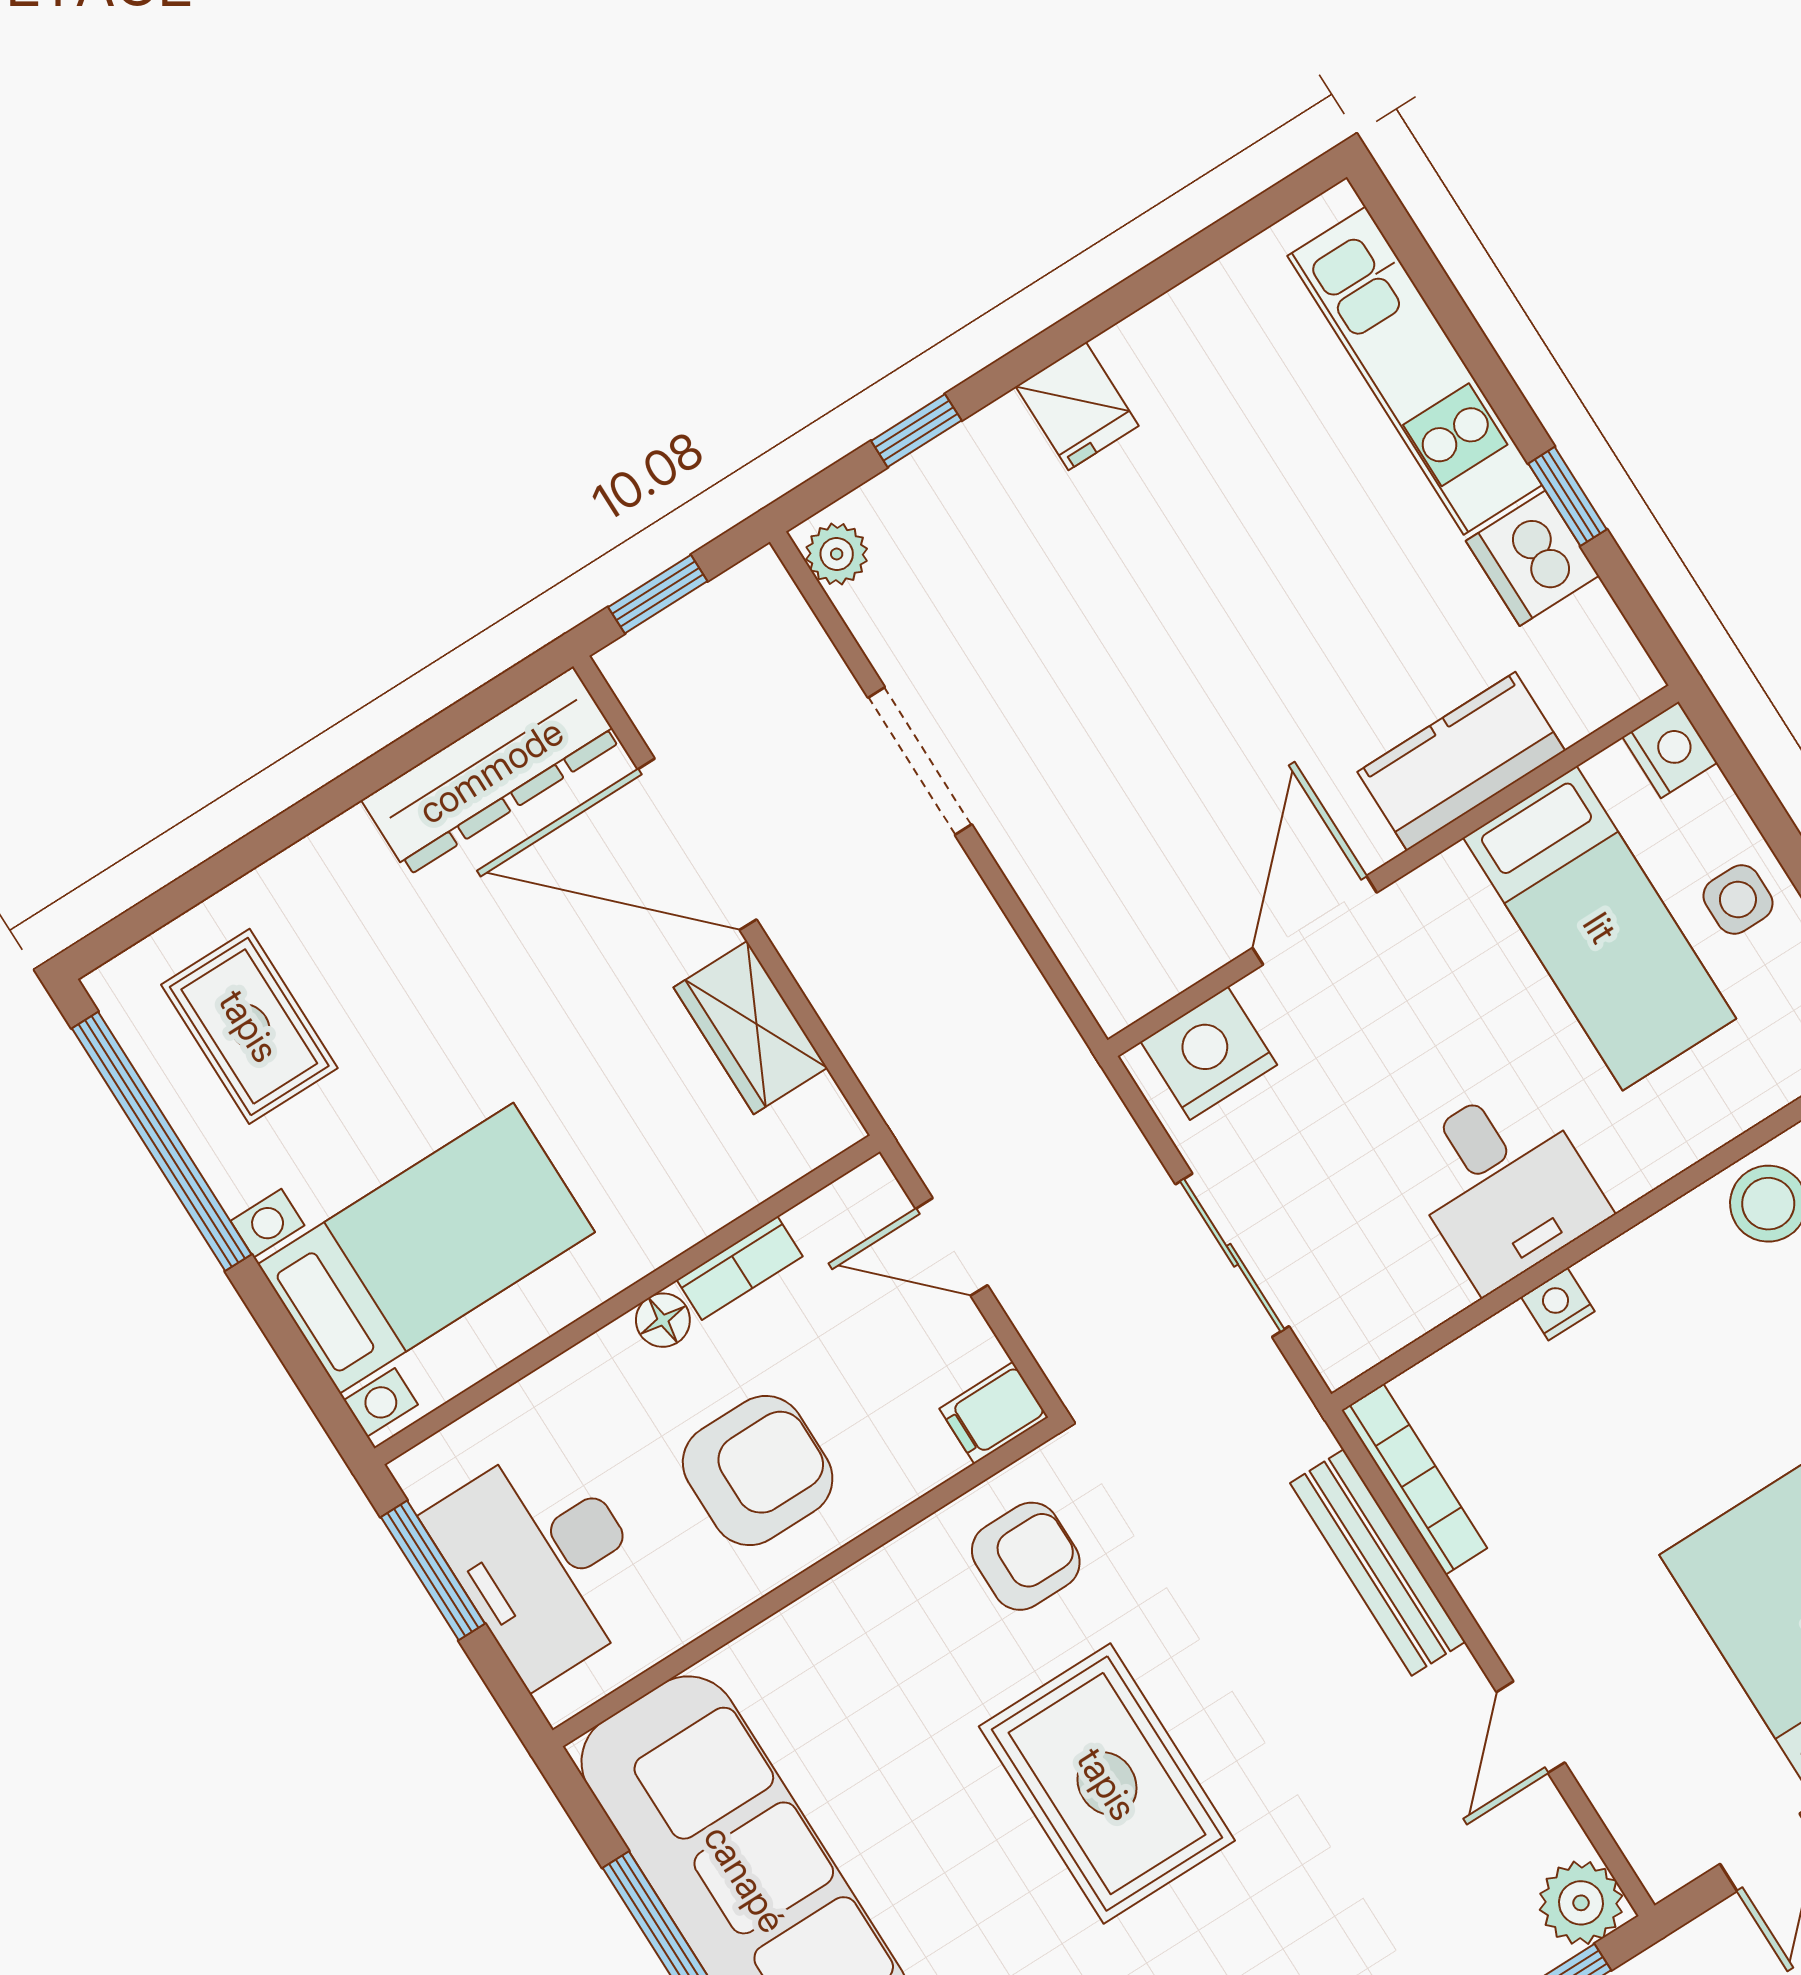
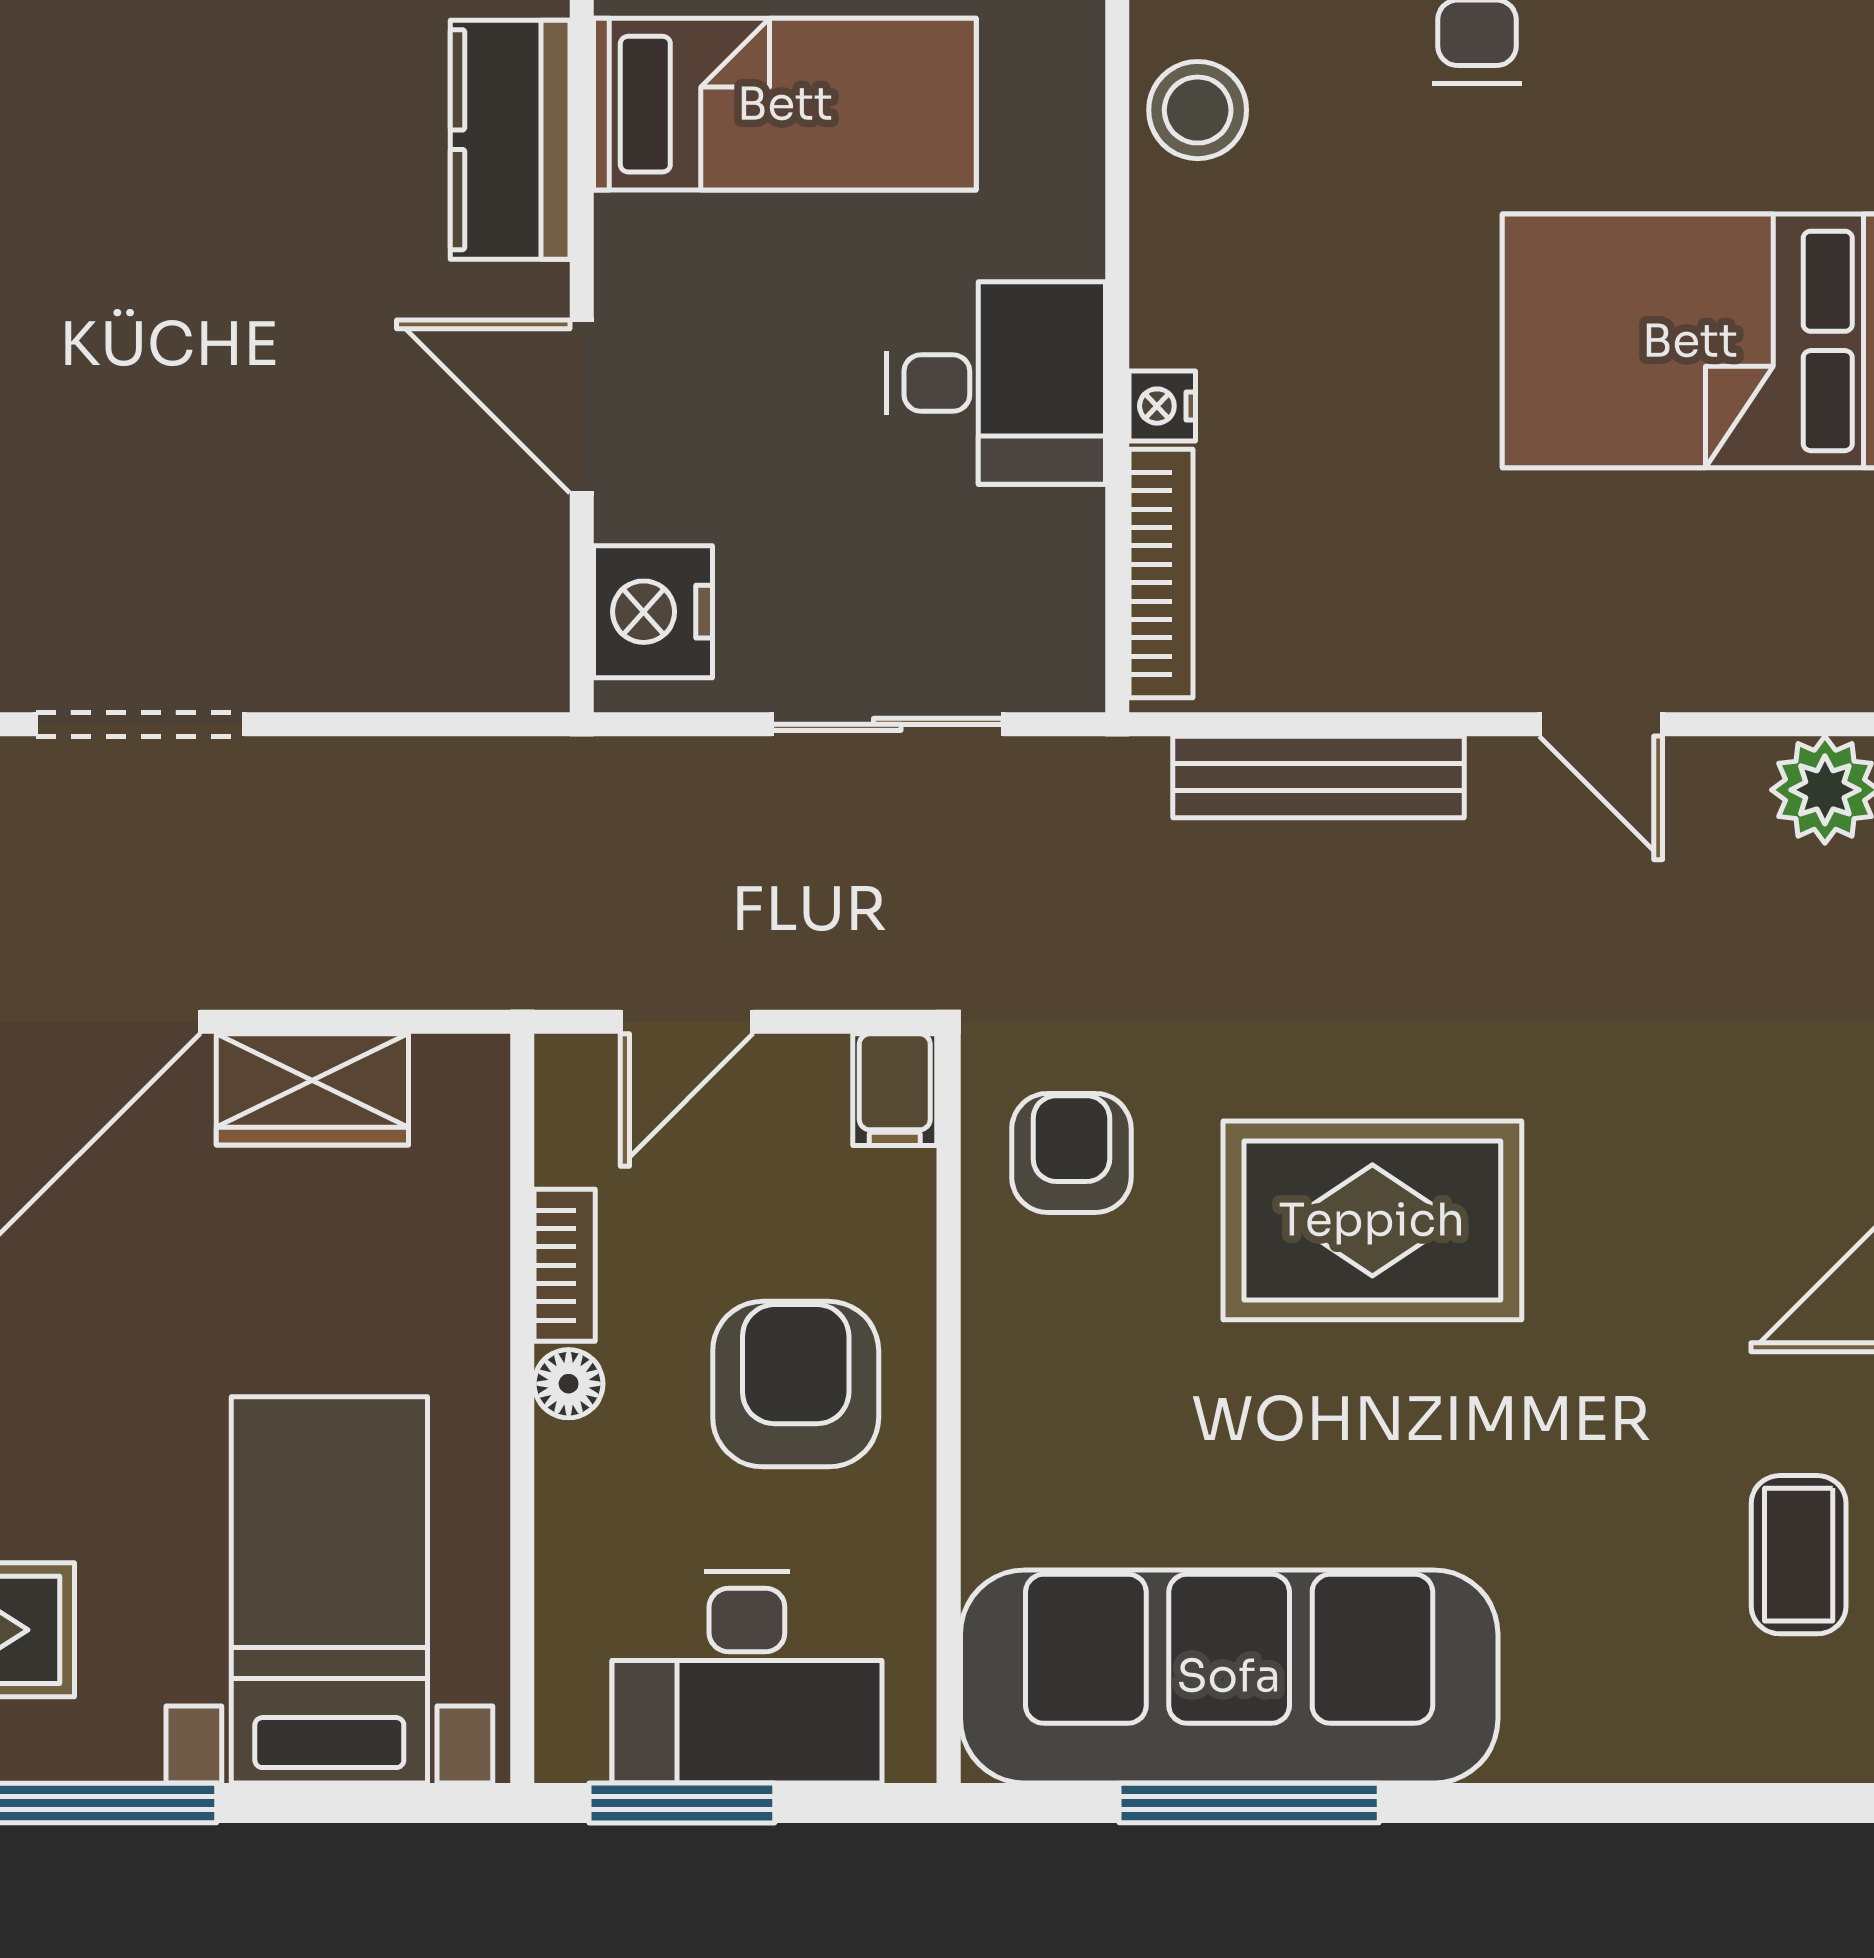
bookcase: (1414, 1479) -> (1161, 574), moved, turned 90

